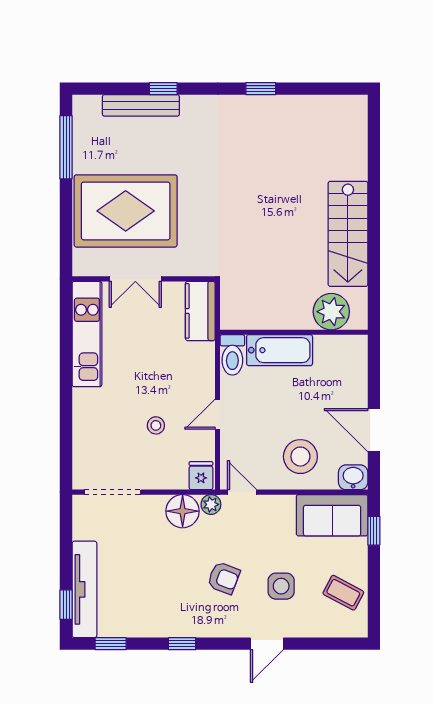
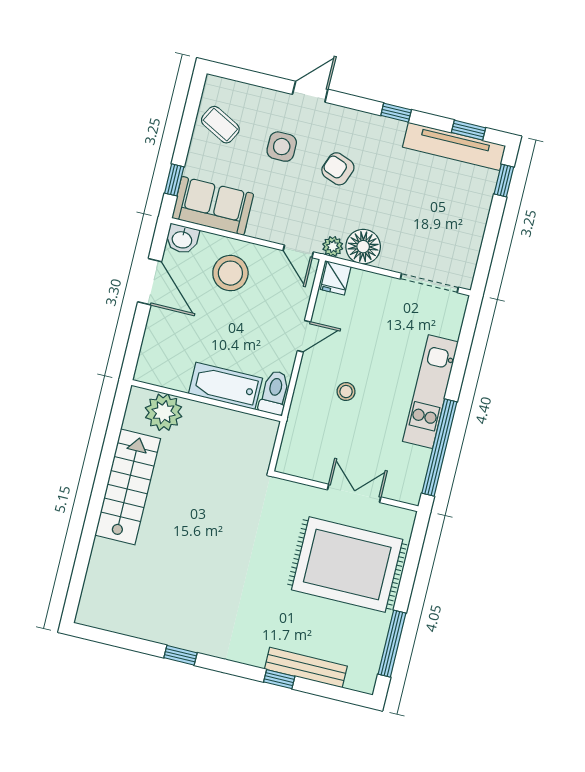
kitchen counter: (200, 311) -> (296, 445), removed
kitchen unit: (87, 334) -> (430, 392), moved
window: (66, 341) -> (439, 447), added
stool: (156, 425) -> (346, 392), moved
tv unit: (84, 589) -> (454, 146), moved, turned -90

